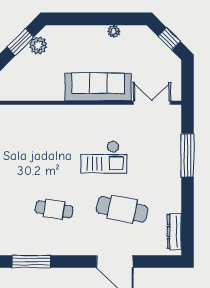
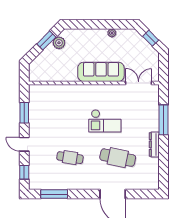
dresser: (174, 231) -> (154, 144), moved

